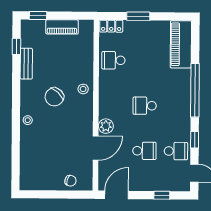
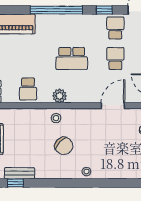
bench: (26, 64) -> (20, 173), moved
school desk: (145, 106) -> (72, 58), width x1.85
plant: (106, 126) -> (60, 96), moved
door: (96, 148) -> (113, 106), hinge flipped

